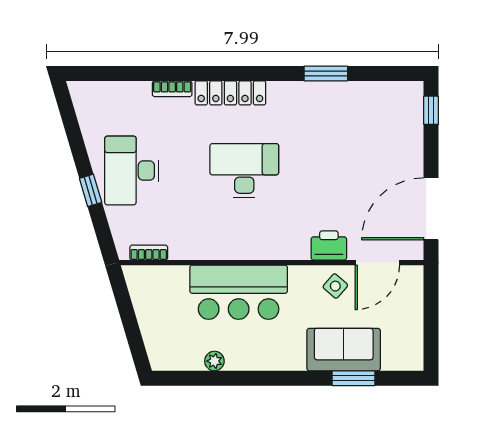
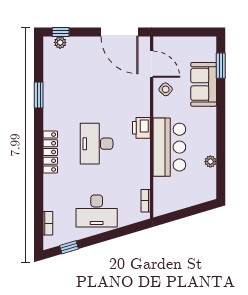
bookcase: (172, 89) -> (48, 223), moved
plant: (414, 110) -> (60, 43), added
window: (91, 190) -> (69, 247), moved
printer: (329, 246) -> (141, 128), moved
window: (353, 378) -> (221, 66), moved

